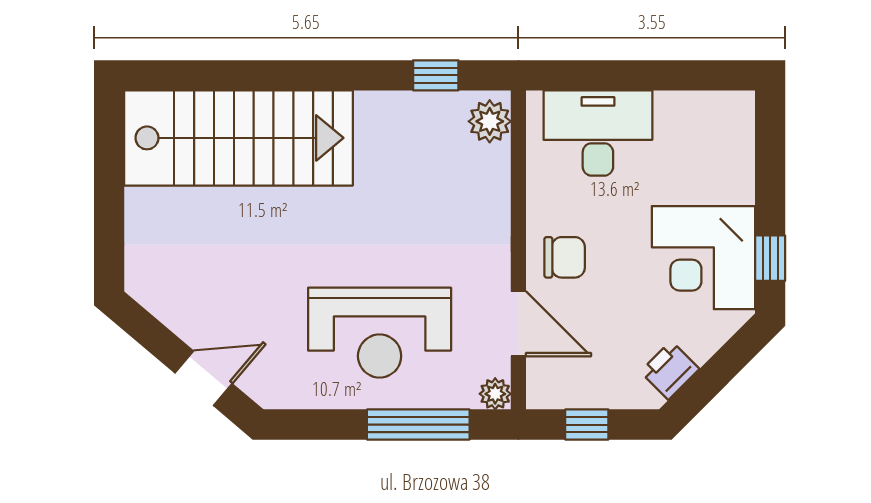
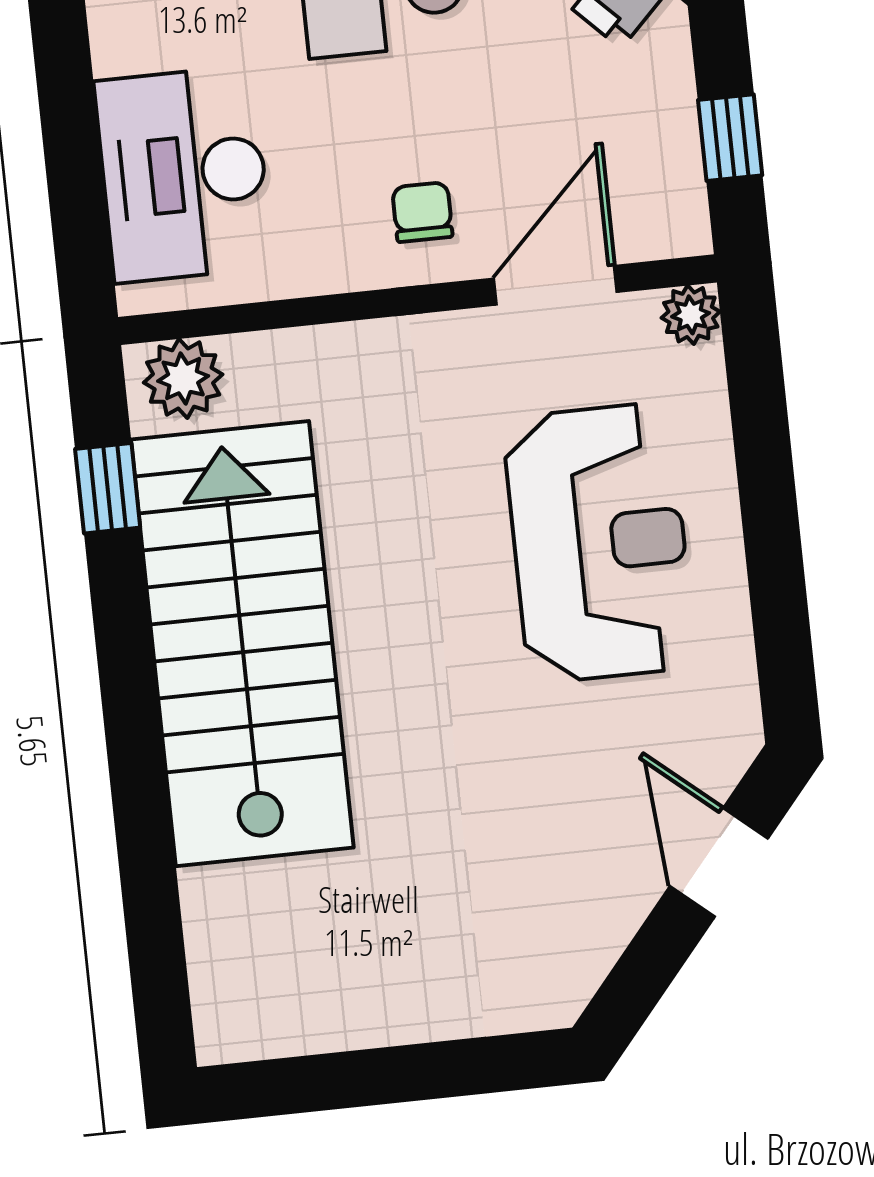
stairs: (238, 138) -> (242, 644), moved
chair: (565, 257) -> (422, 212), width x0.73, depth x0.73
window: (418, 425) -> (763, 452), removed

